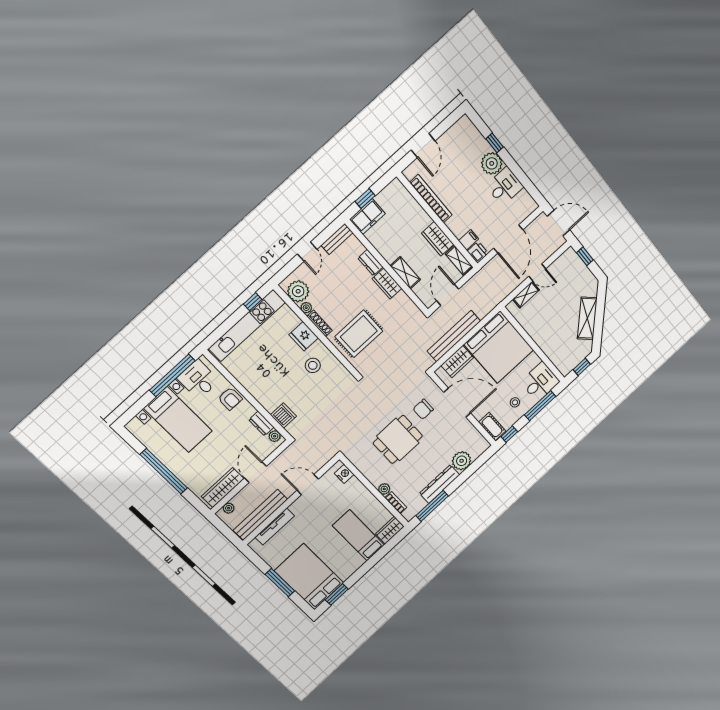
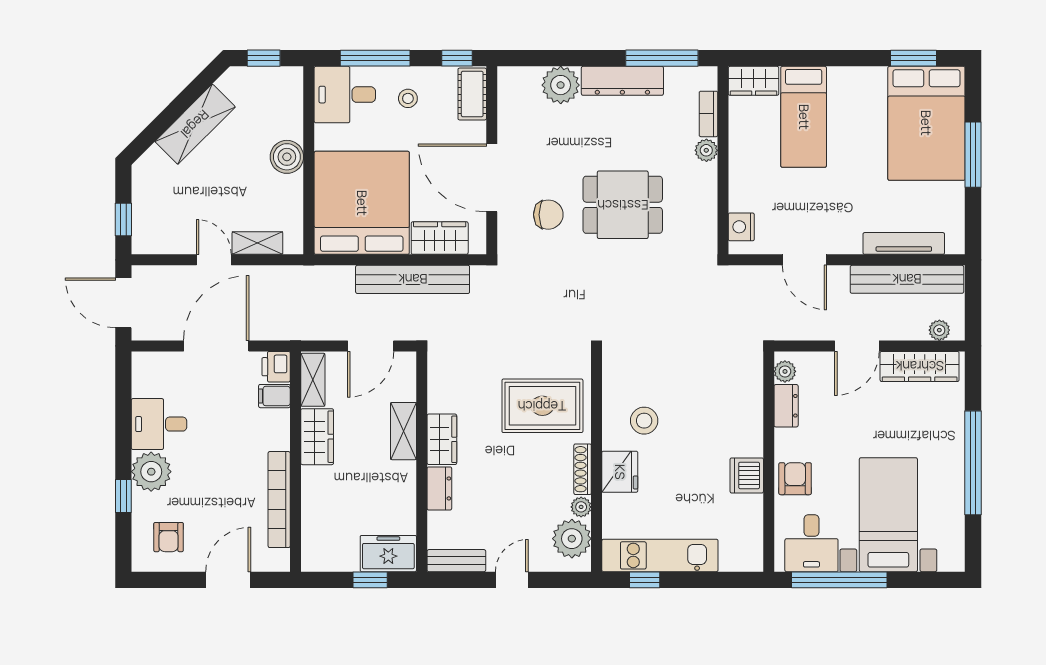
armchair: (462, 142) -> (169, 537), added
kitchen unit: (247, 325) -> (660, 555), width x0.73
boiler: (542, 338) -> (287, 157), added
dishwasher: (283, 415) -> (747, 475), moved

